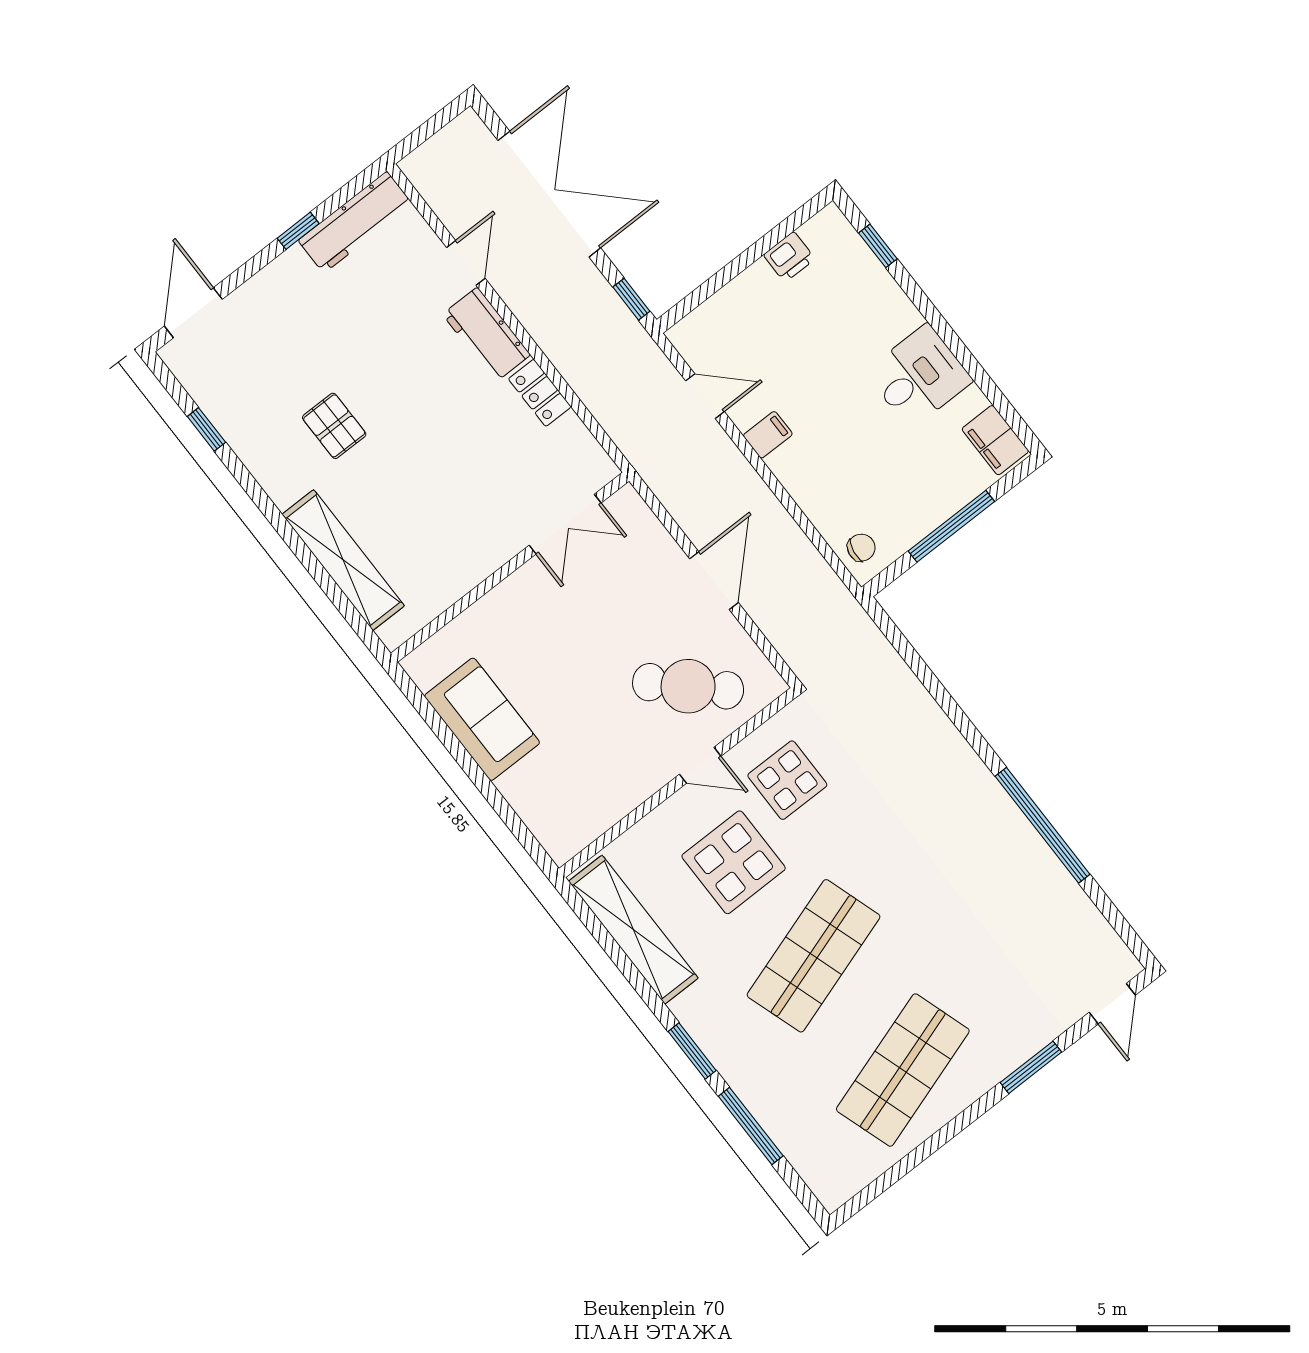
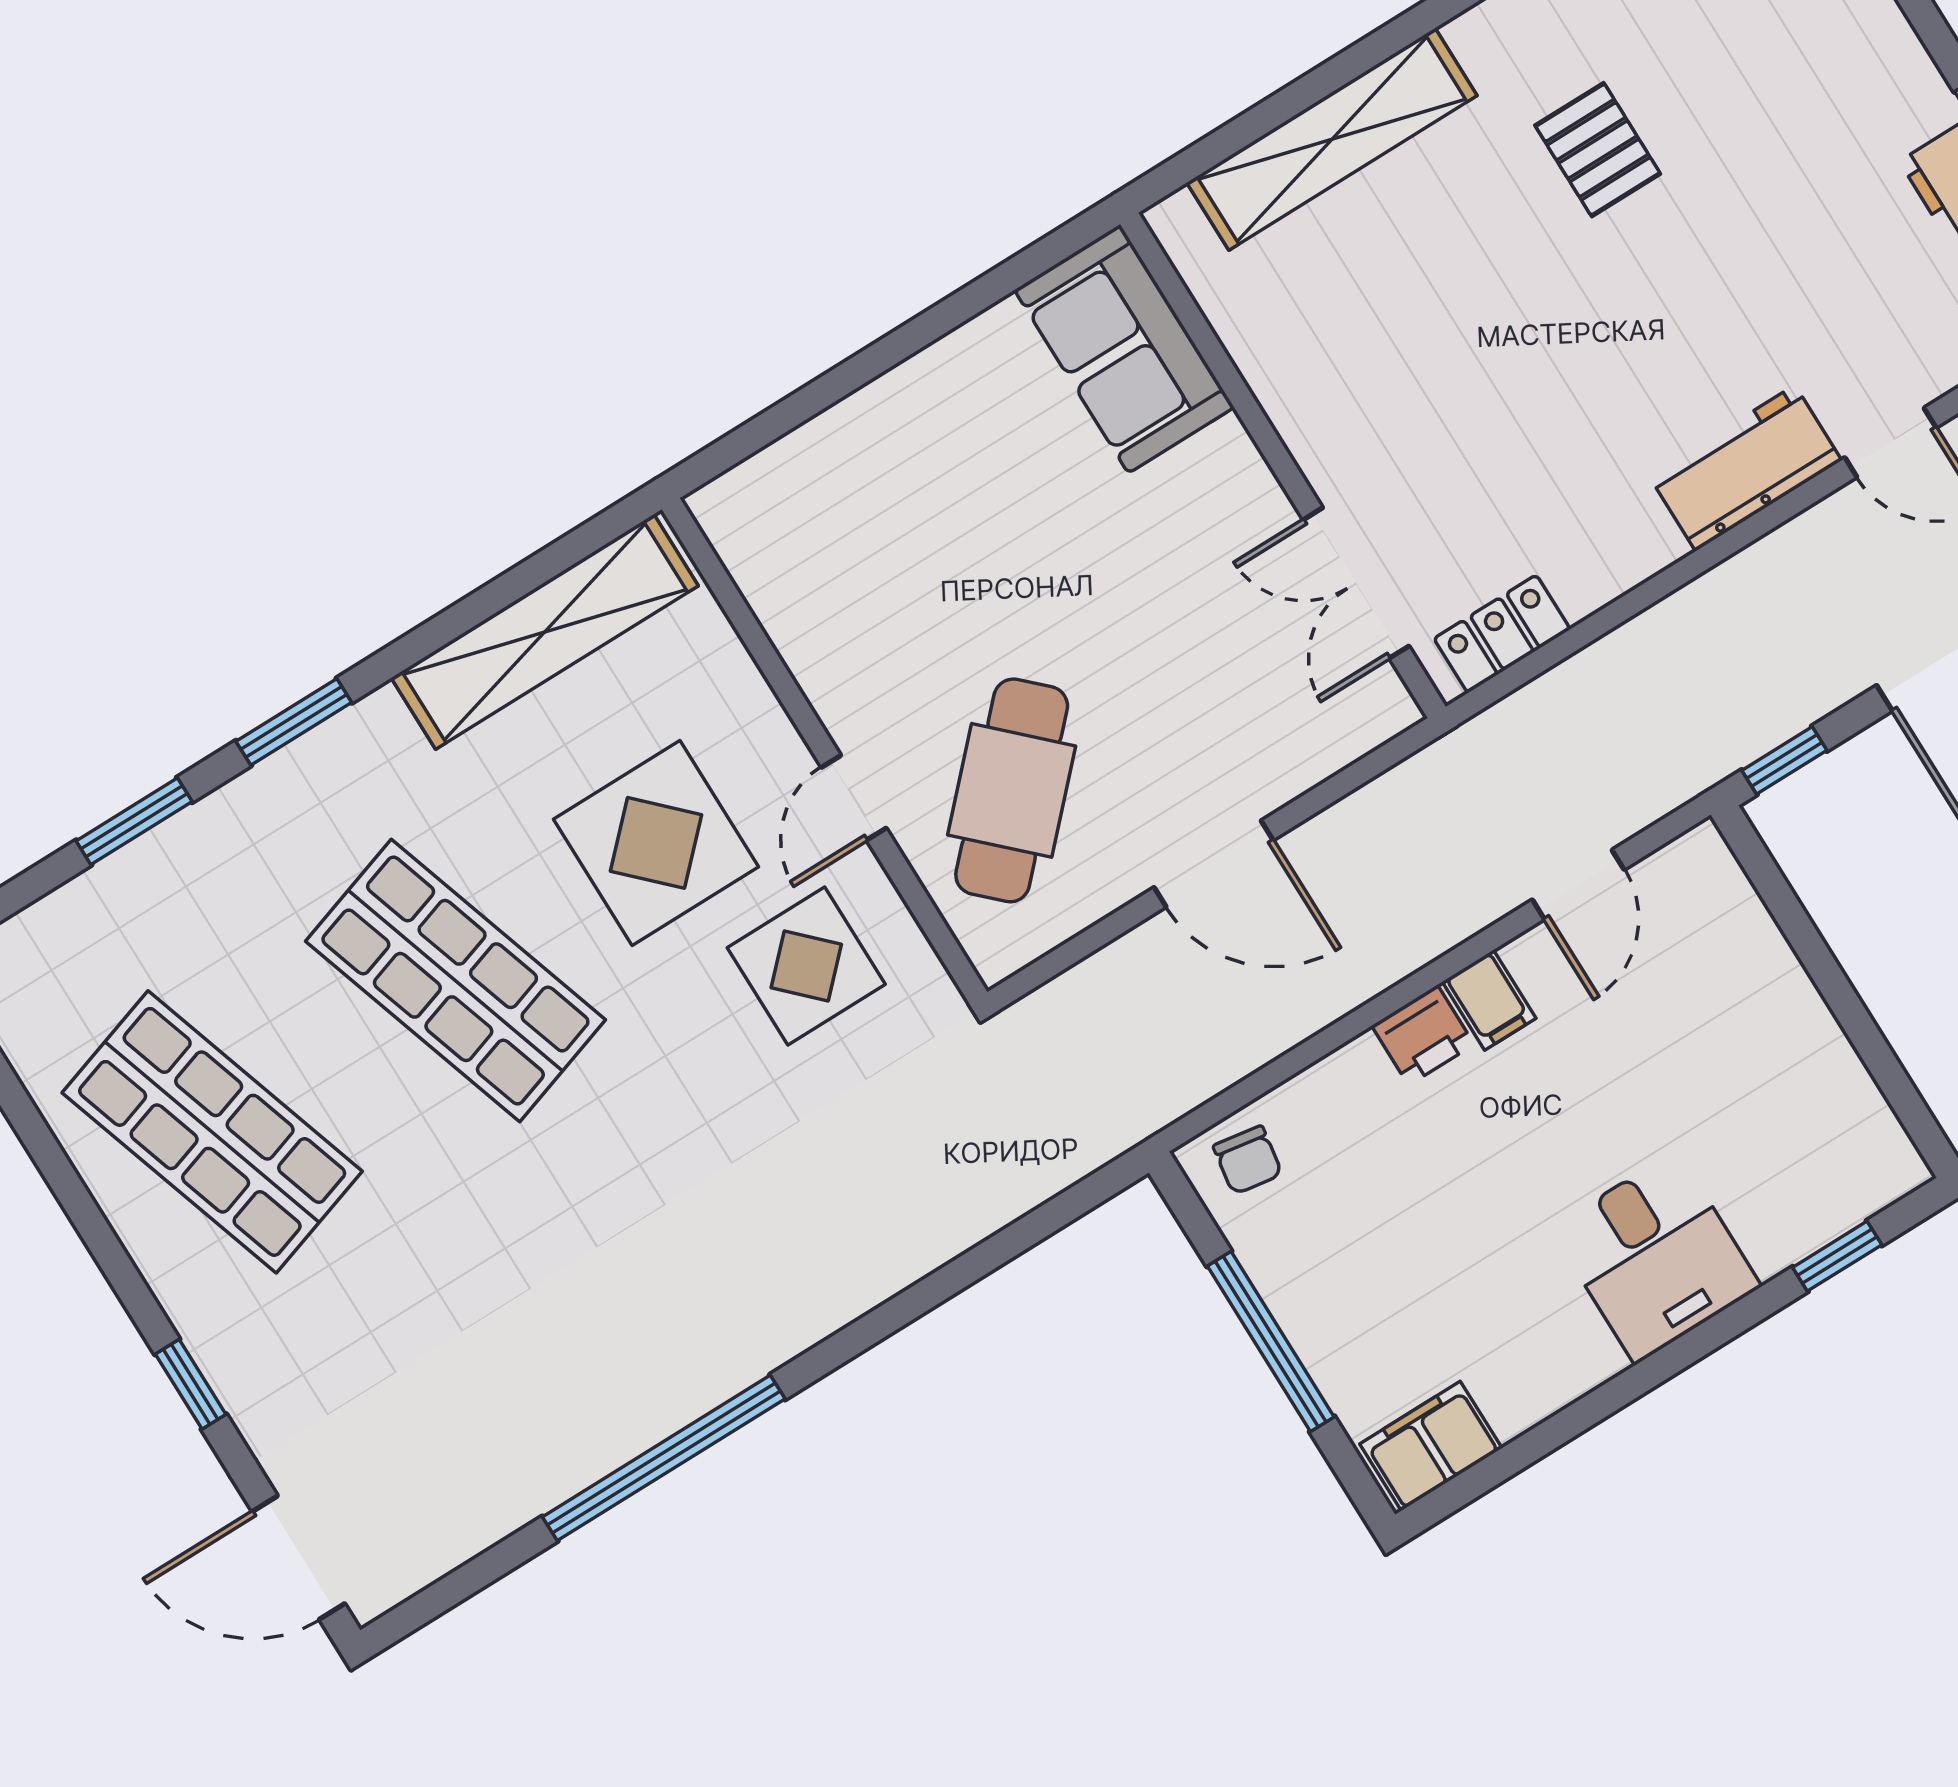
printer: (789, 257) -> (1423, 1035), moved, turned -90
desk: (919, 376) -> (1656, 1257), moved
locker: (540, 393) -> (1502, 634), moved
pallet: (334, 426) -> (1598, 150), turned 90
sofa: (482, 719) -> (1124, 349), moved, turned 90
door: (1112, 1004) -> (298, 1558), width x1.38
window: (1031, 1067) -> (191, 1384), width x0.67
window: (751, 1126) -> (134, 821), width x0.69

